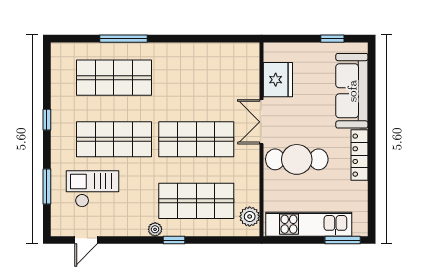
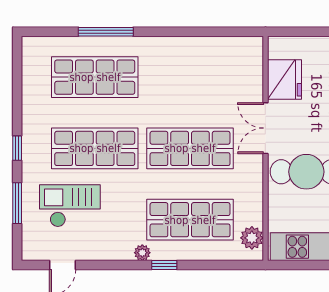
window: (47, 120) -> (17, 148), moved

